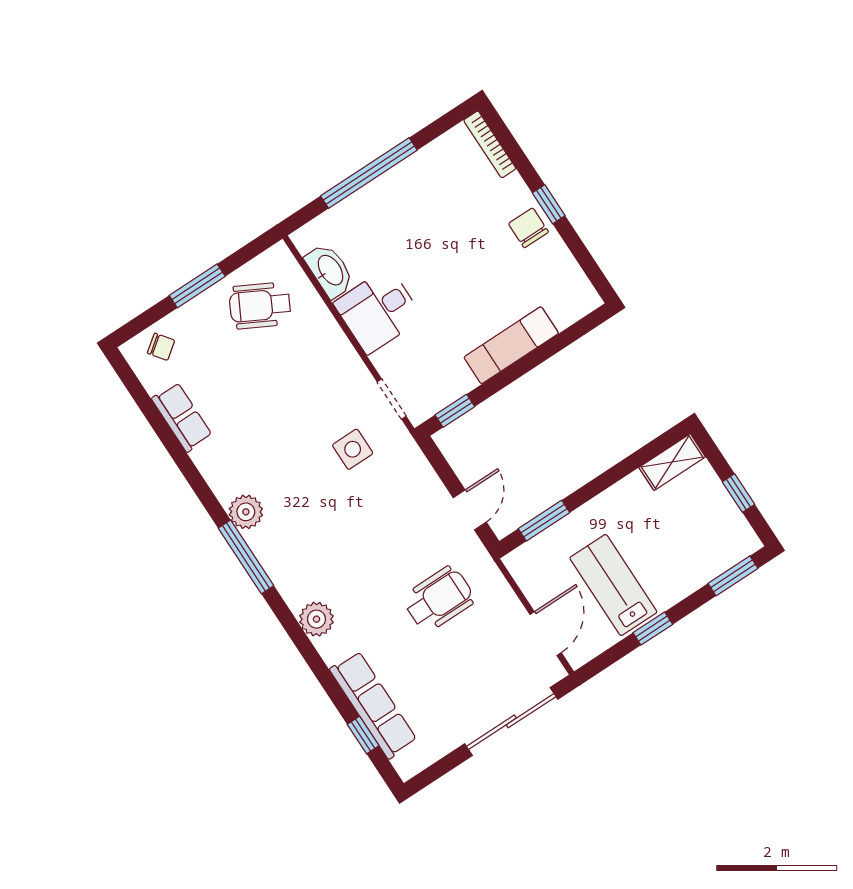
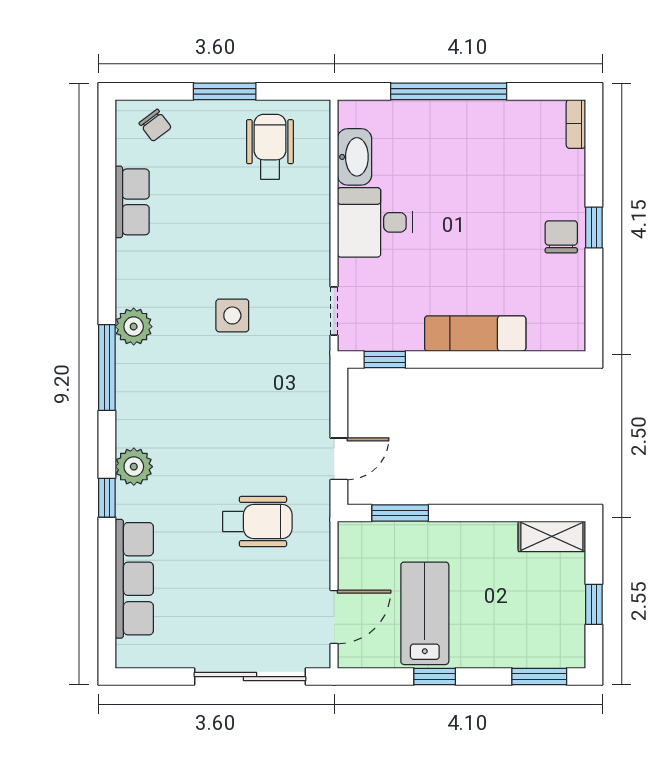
bookcase: (490, 144) -> (576, 124), width x0.64
wheelchair: (260, 305) -> (270, 147), turned 62
side table: (353, 449) -> (232, 315), moved
window: (363, 735) -> (107, 498), moved

